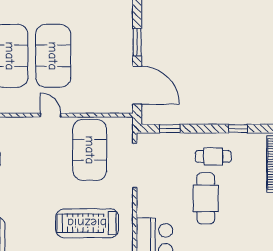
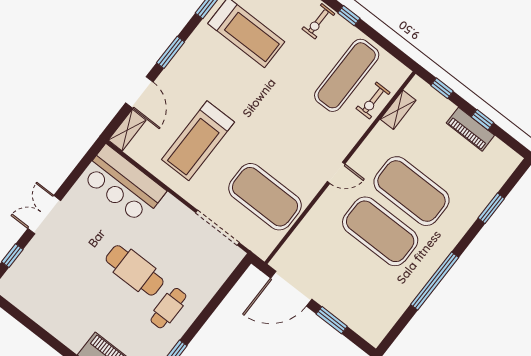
door: (51, 115) -> (336, 173), moved
window: (170, 129) -> (226, 288), removed
treadmill: (87, 223) -> (198, 141), turned 180

